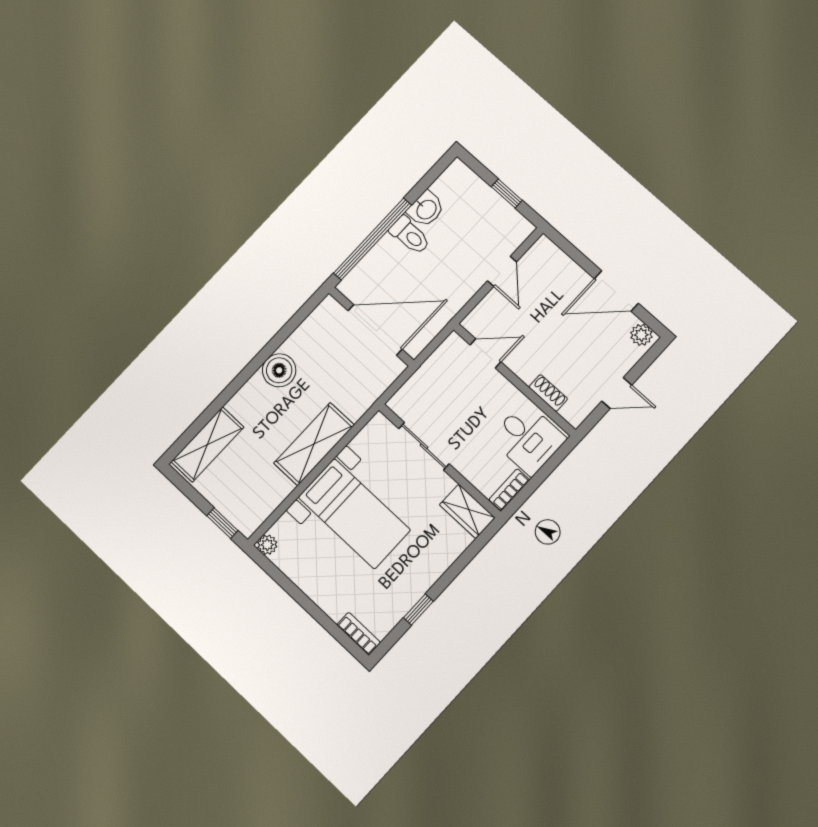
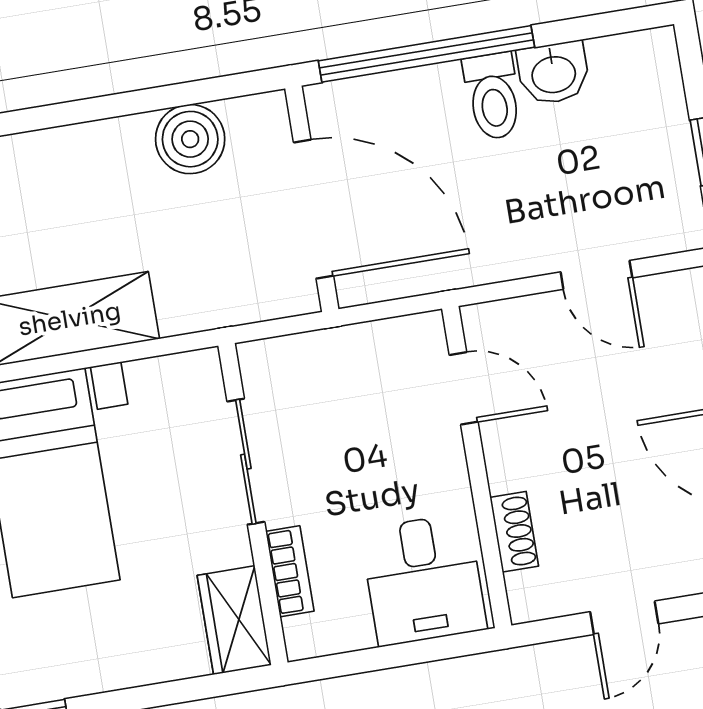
door: (502, 271) -> (596, 275), hinge flipped
boiler: (279, 370) -> (190, 139), moved
door: (617, 393) -> (624, 618), hinge flipped
bookcase: (509, 490) -> (290, 571), moved, turned 90

